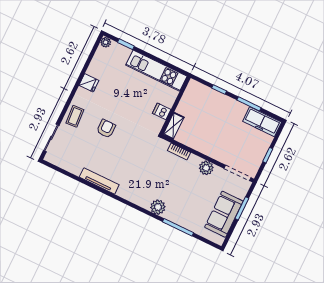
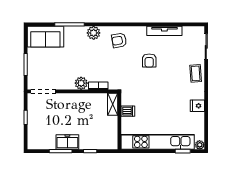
kitchen unit: (156, 71) -> (158, 142), width x1.36
freezer: (262, 122) -> (67, 142), moved, width x0.71
armchair: (106, 129) -> (149, 60), moved
plant: (206, 168) -> (81, 83), moved
tv unit: (99, 181) -> (164, 31), moved
armchair: (136, 187) -> (119, 40), added
sofa: (224, 214) -> (45, 37), moved, turned 90

